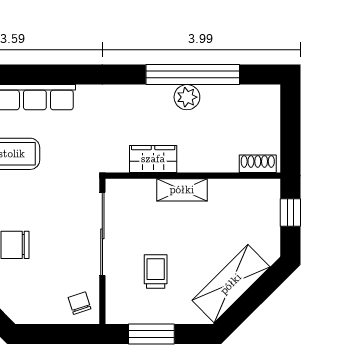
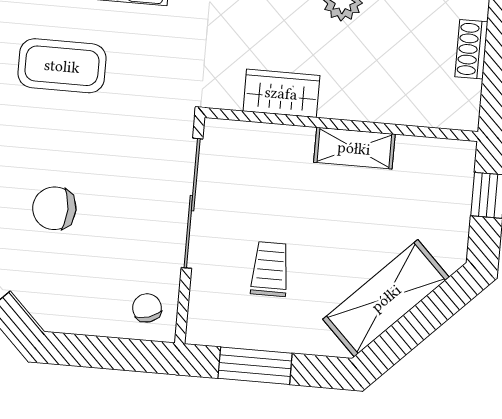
shoe rack: (258, 164) -> (471, 49), moved, turned -90
shelving: (182, 190) -> (354, 148), moved

